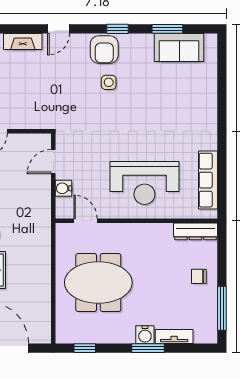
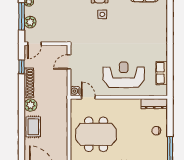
row of seats: (208, 180) -> (162, 73), width x0.68
reception desk: (144, 183) -> (124, 75), turned 180
water cooler: (63, 188) -> (75, 91), moved

